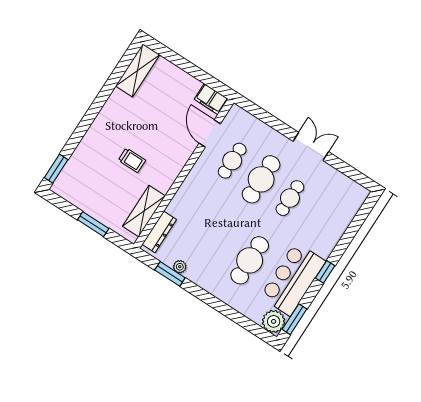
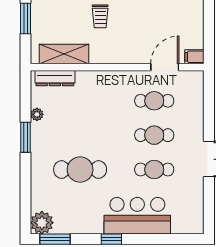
filing cabinet: (211, 99) -> (194, 57), width x0.50
cafe table: (261, 179) -> (154, 135), width x0.73, depth x0.74
window: (170, 274) -> (25, 137), moved
bar counter: (293, 279) -> (137, 216), moved

